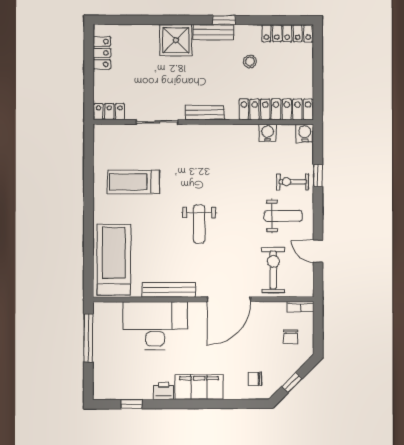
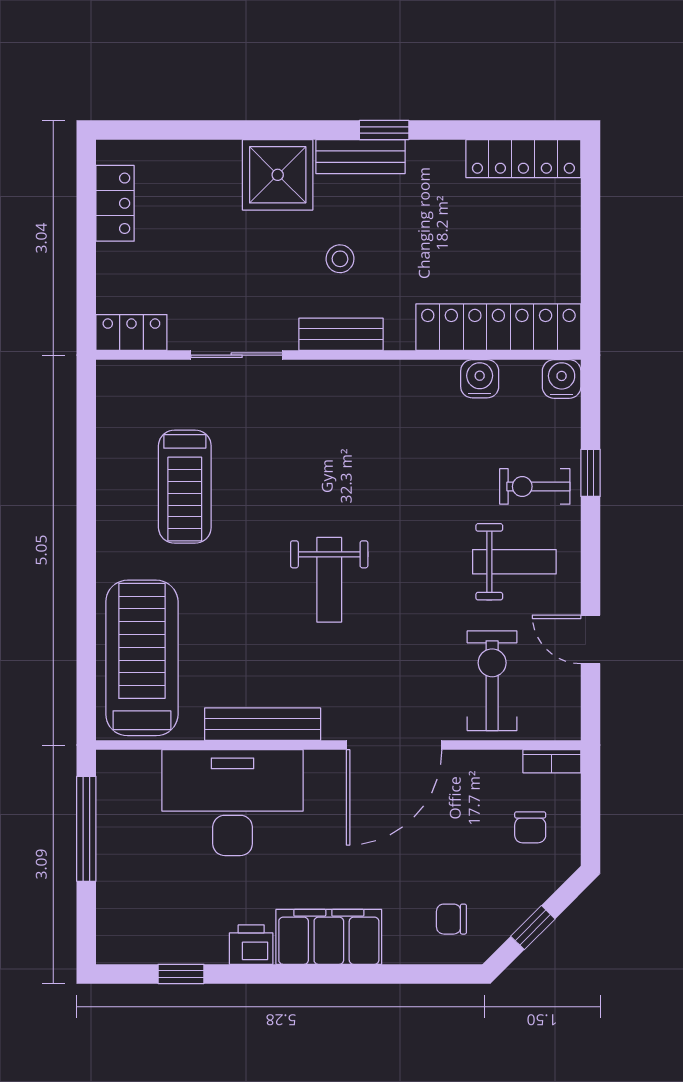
stool: (250, 61) -> (340, 259), moved
treadmill: (133, 182) -> (185, 487), turned -90

